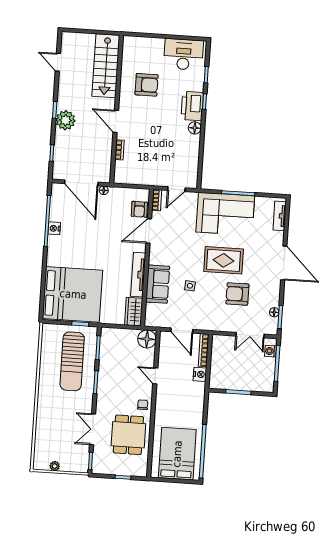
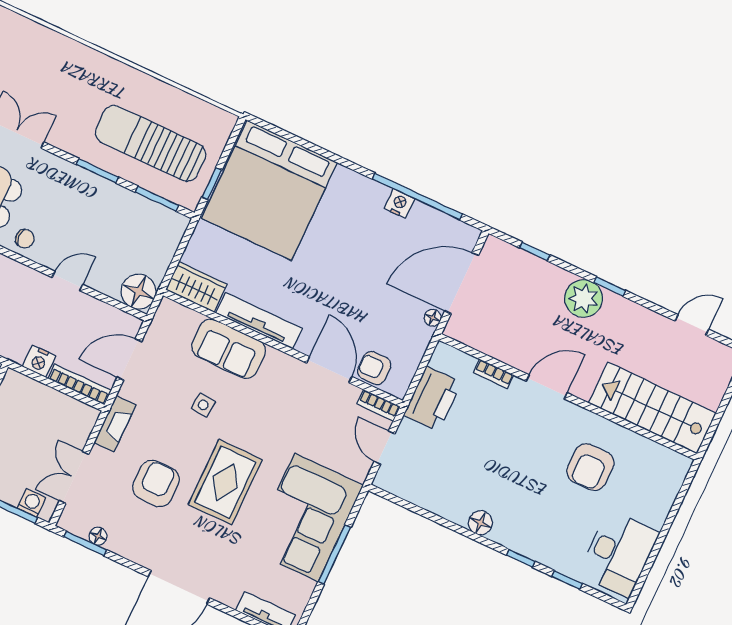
printer: (192, 106) -> (432, 399), moved, turned 90
fireplace: (216, 325) -> (115, 424), added

